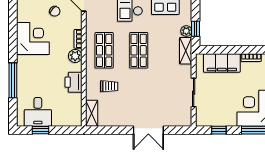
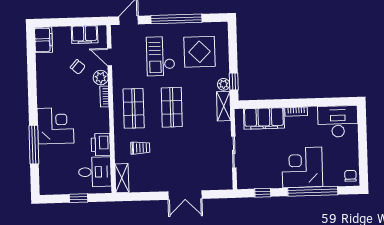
corner desk: (33, 39) -> (55, 126), moved
plant: (75, 56) -> (101, 78), moved
desk: (38, 112) -> (95, 172), moved, turned -90
window: (41, 130) -> (79, 198), moved

